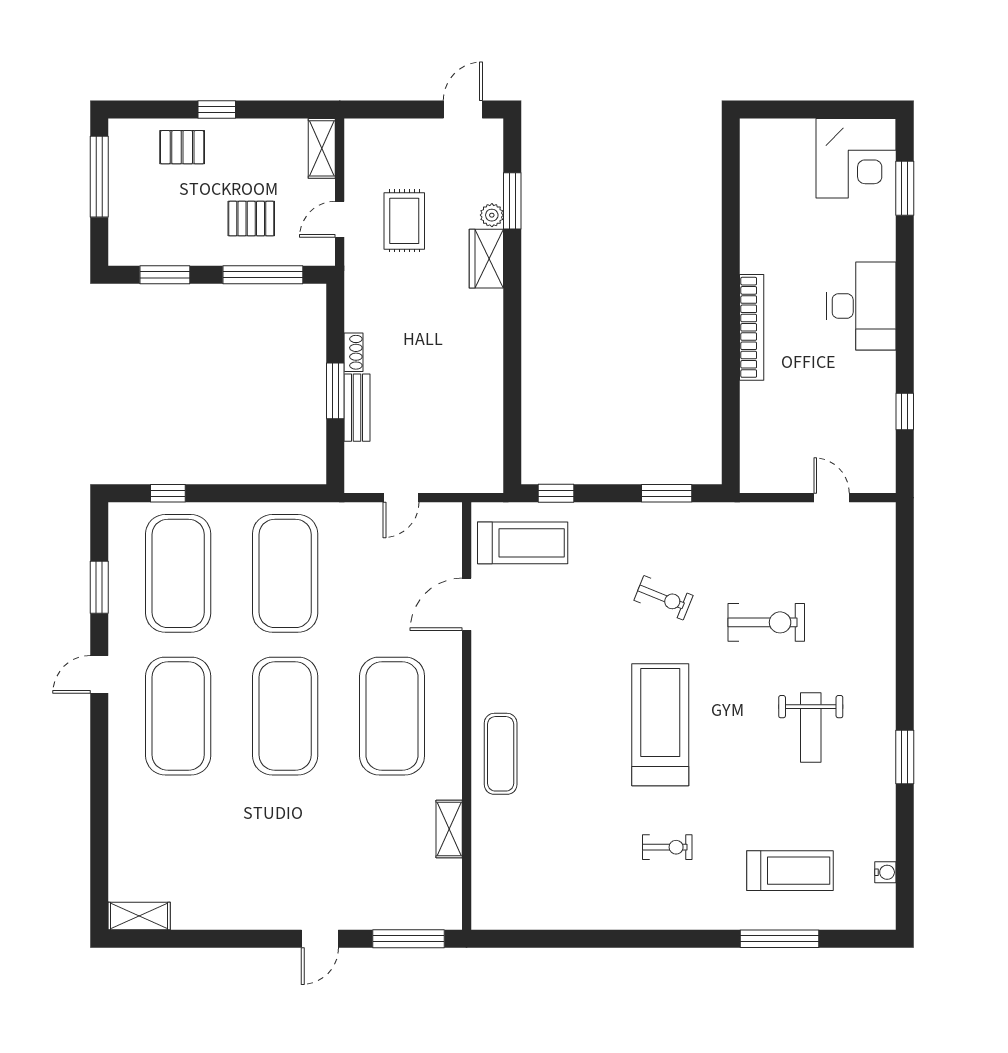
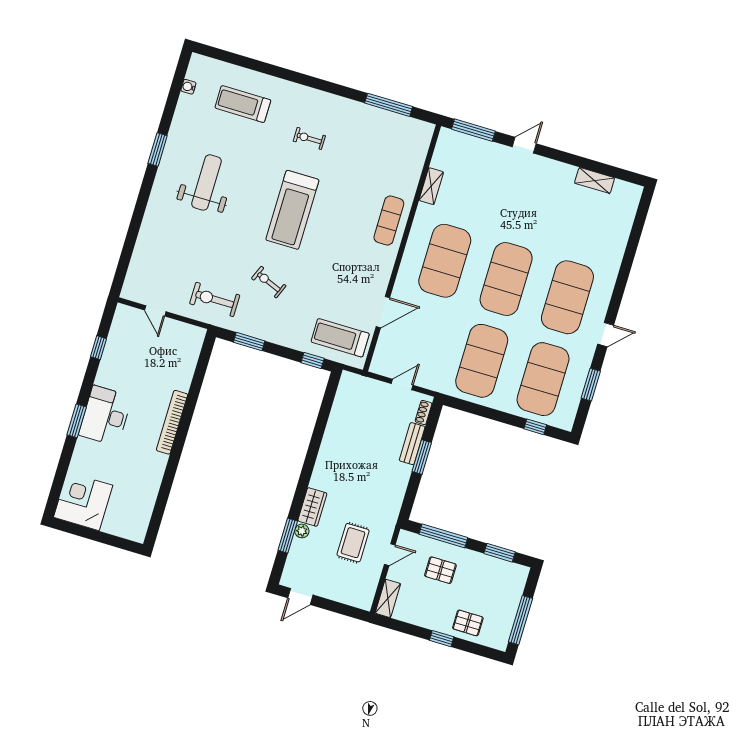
window: (905, 188) -> (77, 421), moved
shoe rack: (353, 352) -> (424, 412), moved
exercise bike: (766, 622) -> (215, 299), moved
weight bench: (811, 728) -> (206, 182), width x1.36, depth x1.33
shelving: (139, 916) -> (595, 180), moved
window: (779, 939) -> (389, 105), moved

